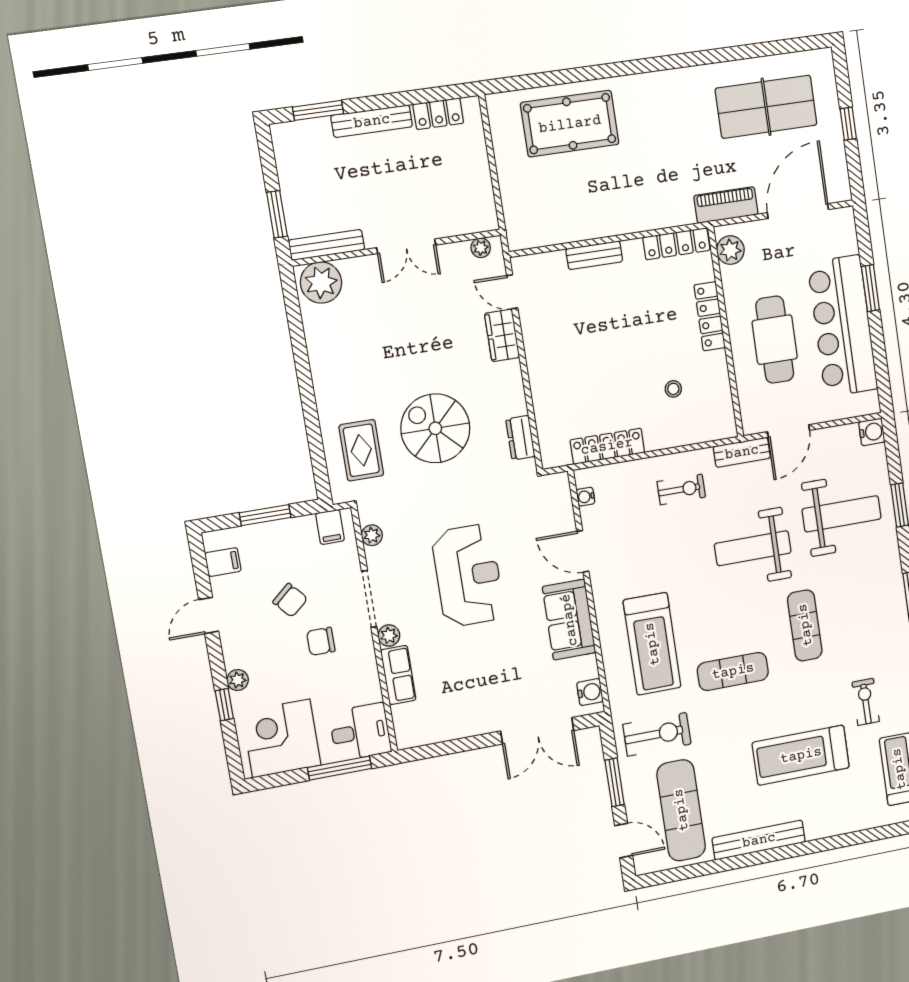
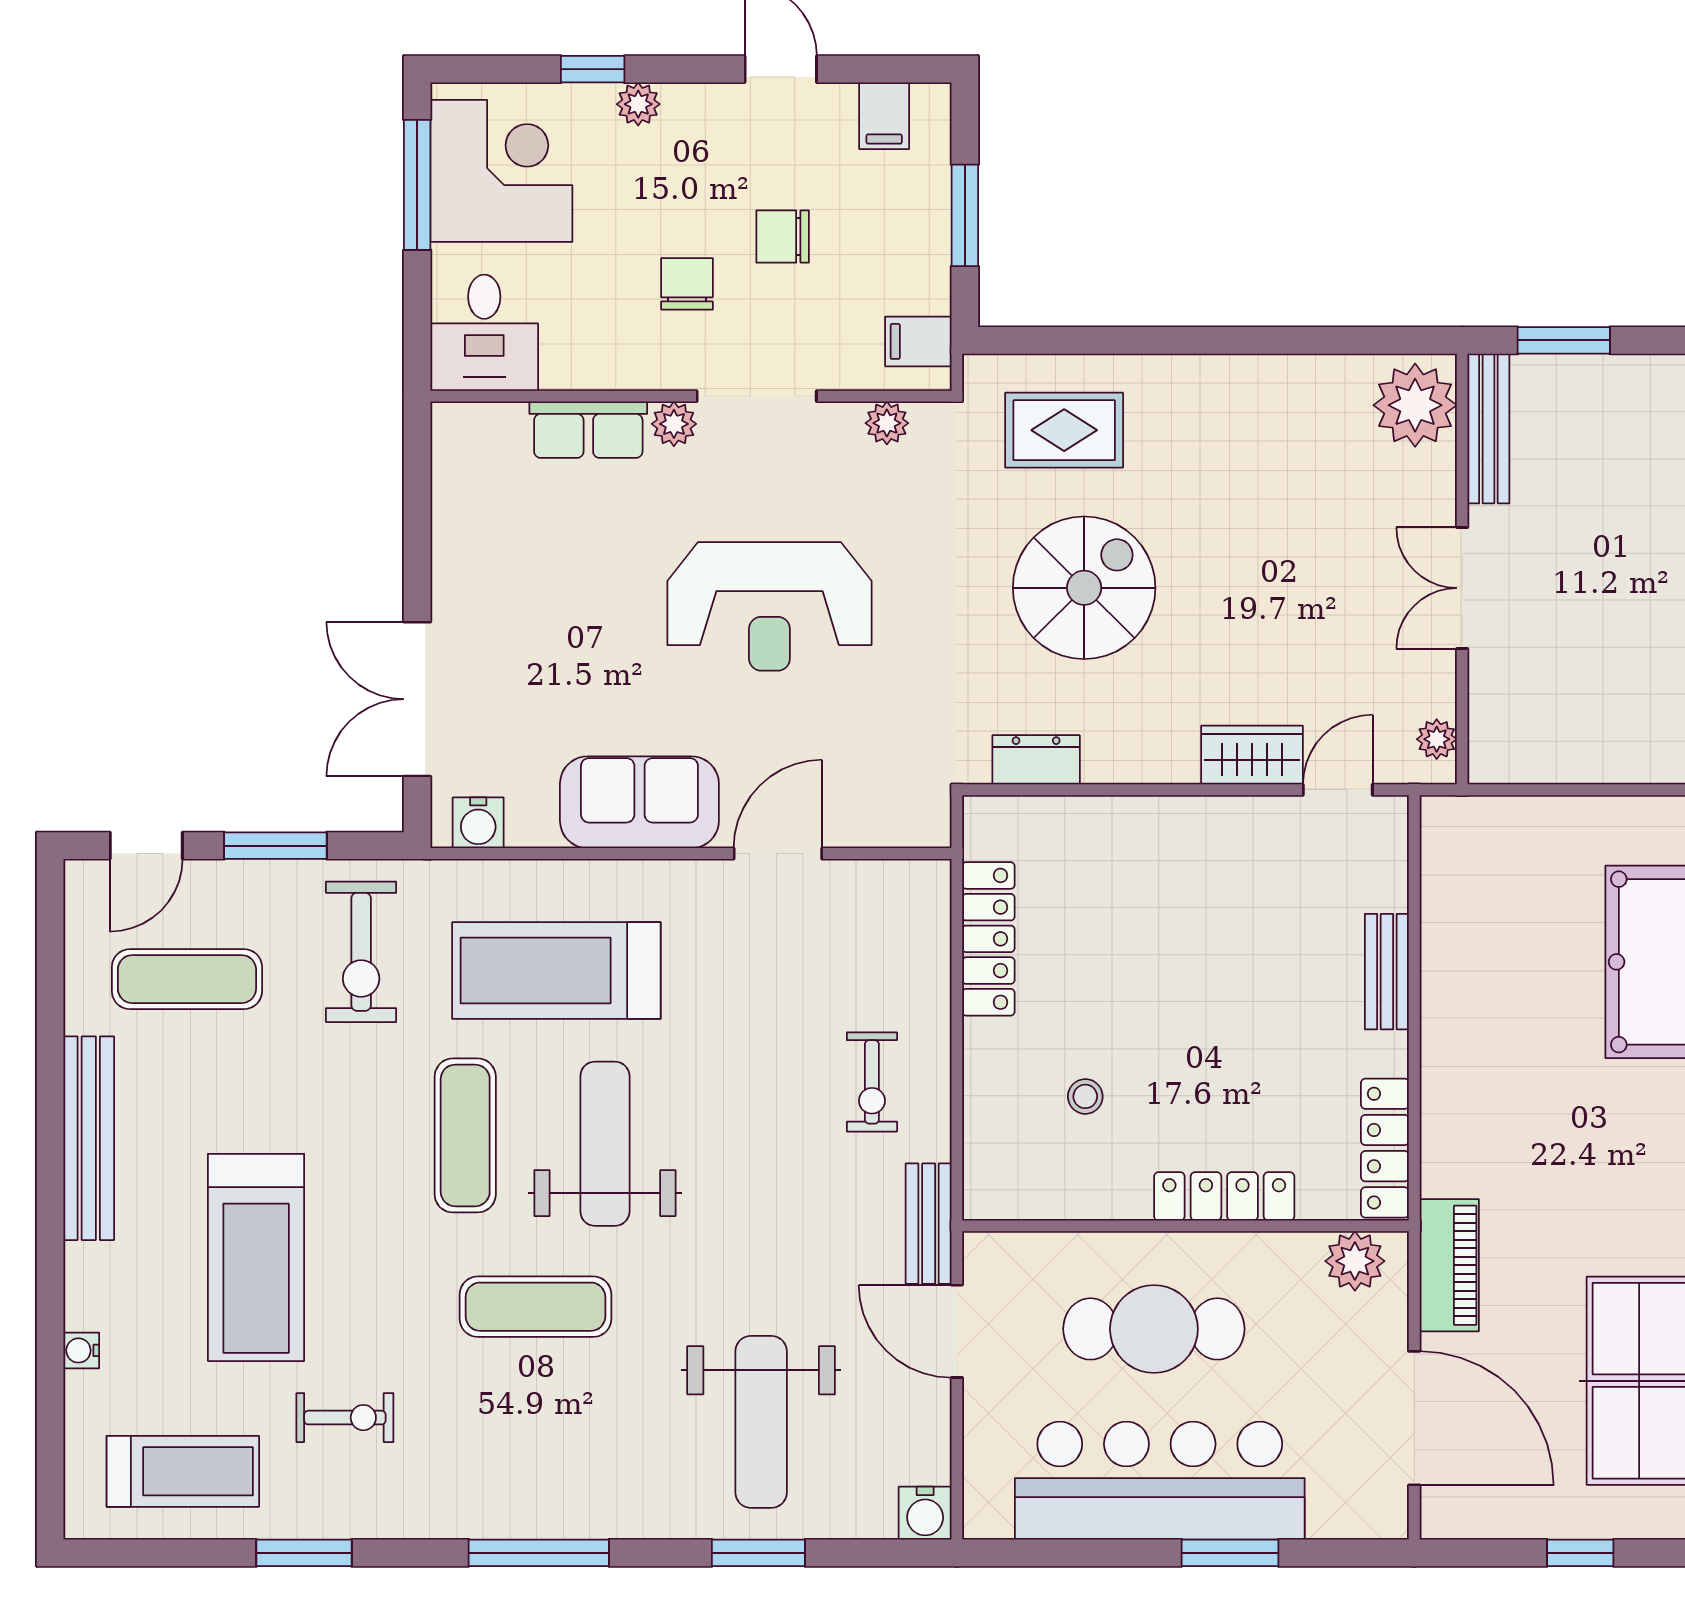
water cooler: (586, 497) -> (81, 1350), moved, turned -90
weight bench: (753, 548) -> (605, 1144), moved
chair: (290, 600) -> (783, 236), turned 41
treadmill: (801, 755) -> (256, 1257), turned 180
window: (340, 768) -> (417, 185), moved
exercise mat: (681, 810) -> (187, 979), width x0.73, depth x0.69

